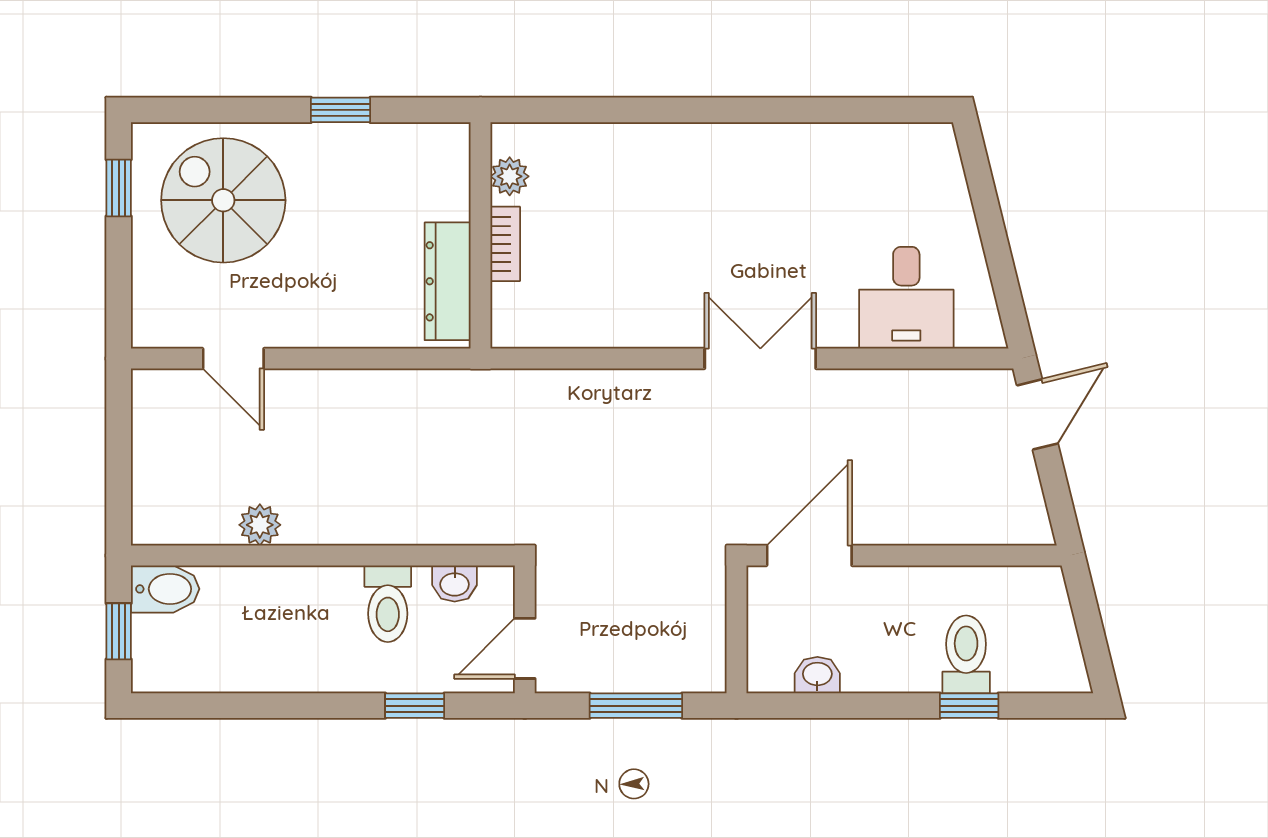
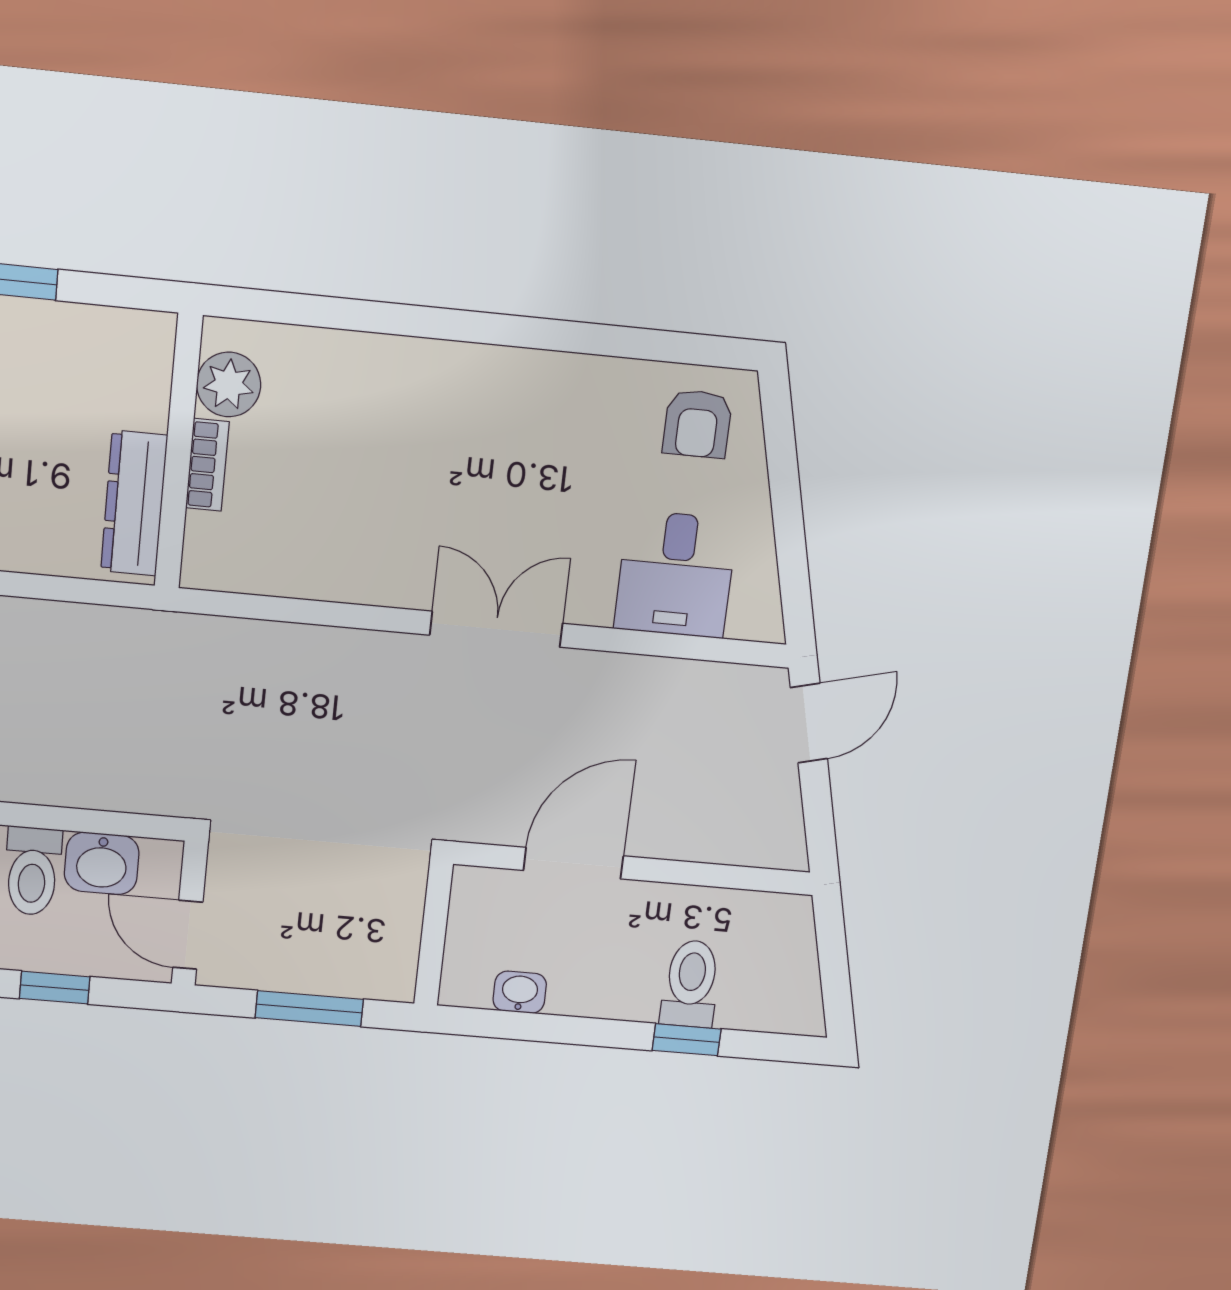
armchair: (908, 171) -> (697, 424), added
plant: (510, 176) -> (229, 384), width x1.38, depth x1.38
door: (809, 555) -> (573, 863), moved
washbasin: (455, 583) -> (102, 863), width x1.38, depth x1.45
door: (525, 648) -> (188, 935), hinge flipped

